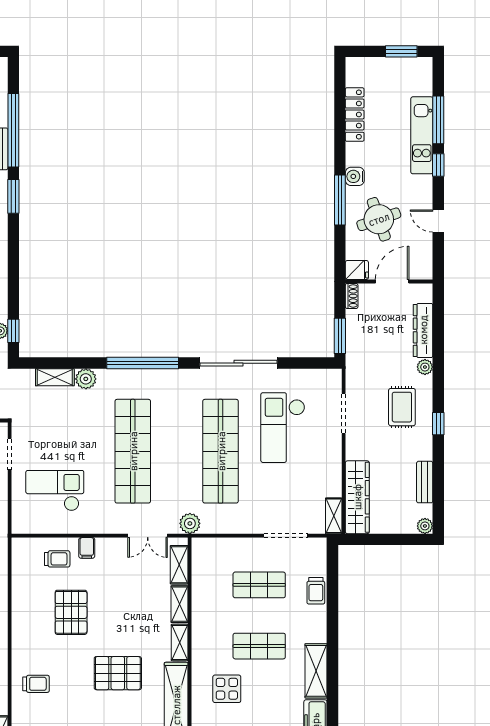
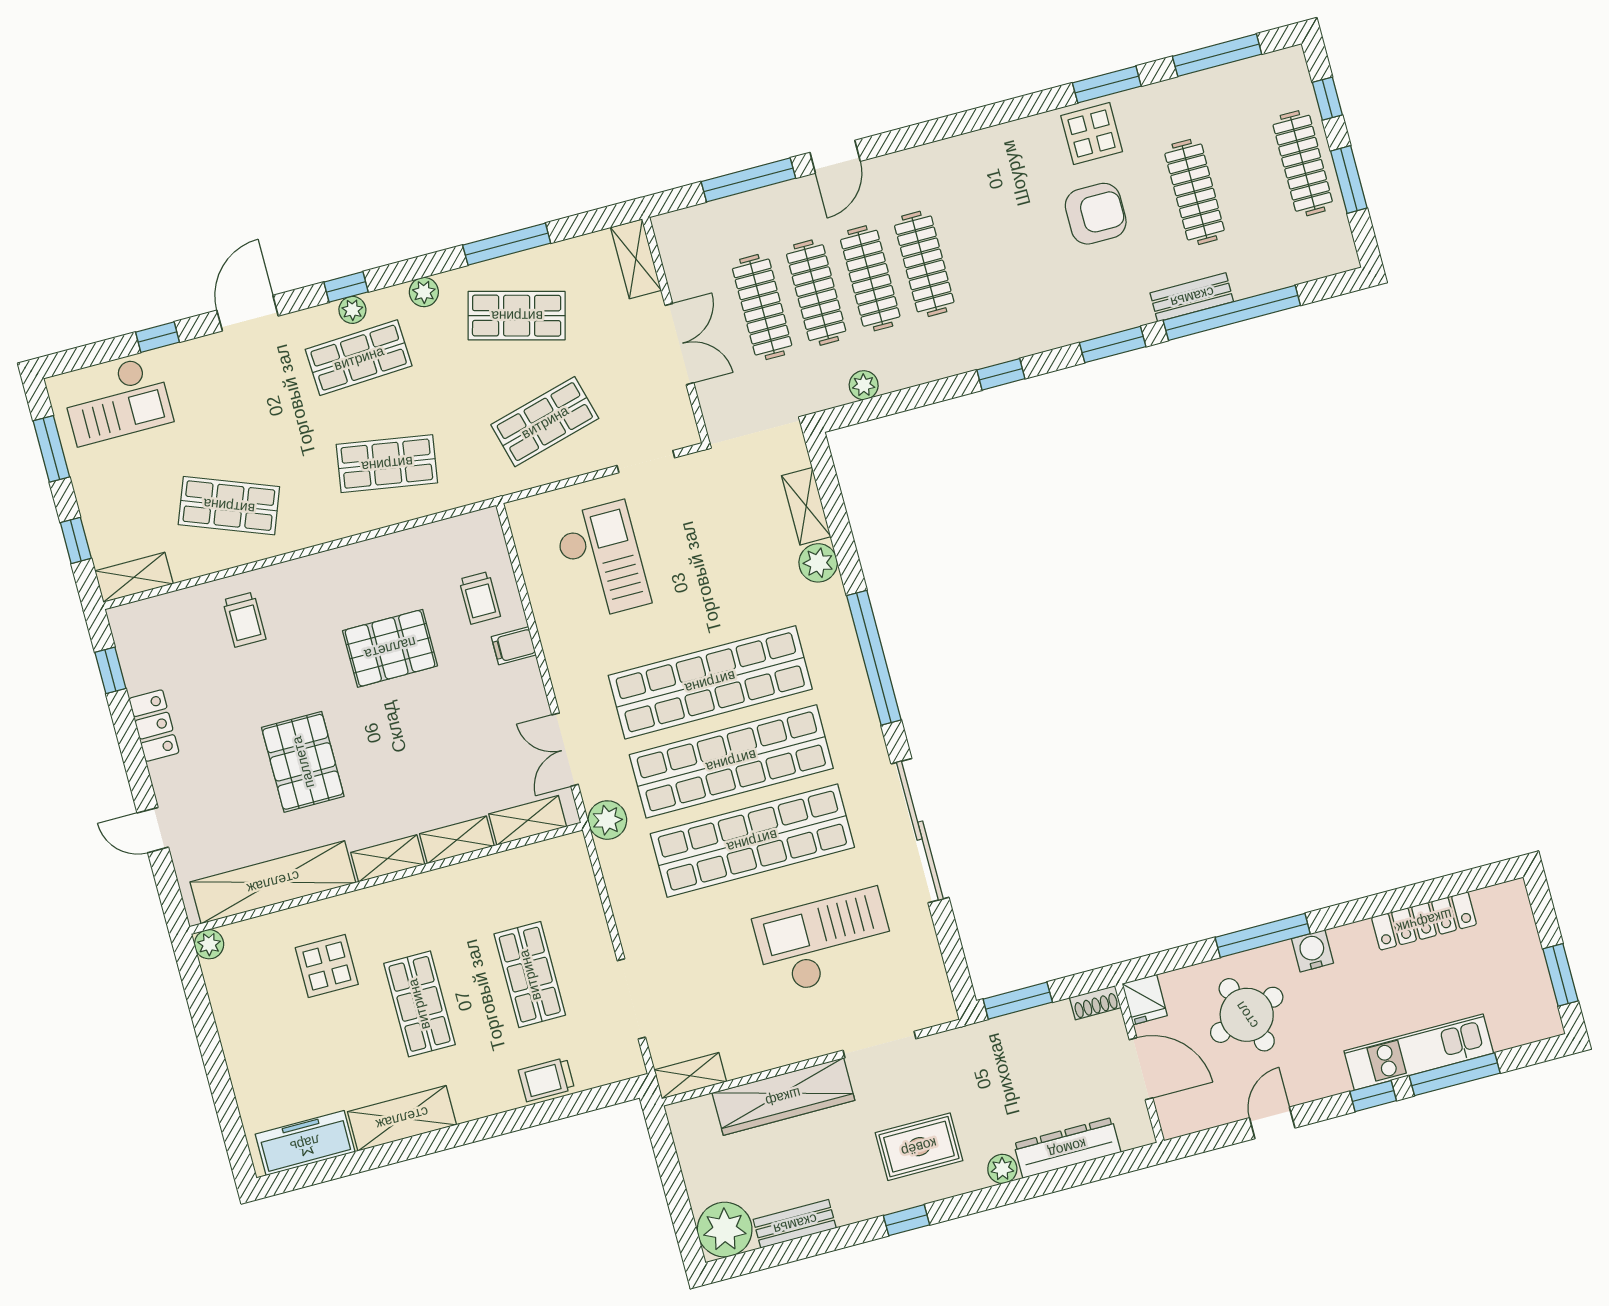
window: (13, 331) -> (1001, 374), moved
shop shelf: (177, 451) -> (731, 761), added
wardrobe: (357, 497) -> (783, 1097), moved
plant: (425, 526) -> (725, 1230), width x1.88, depth x1.88

